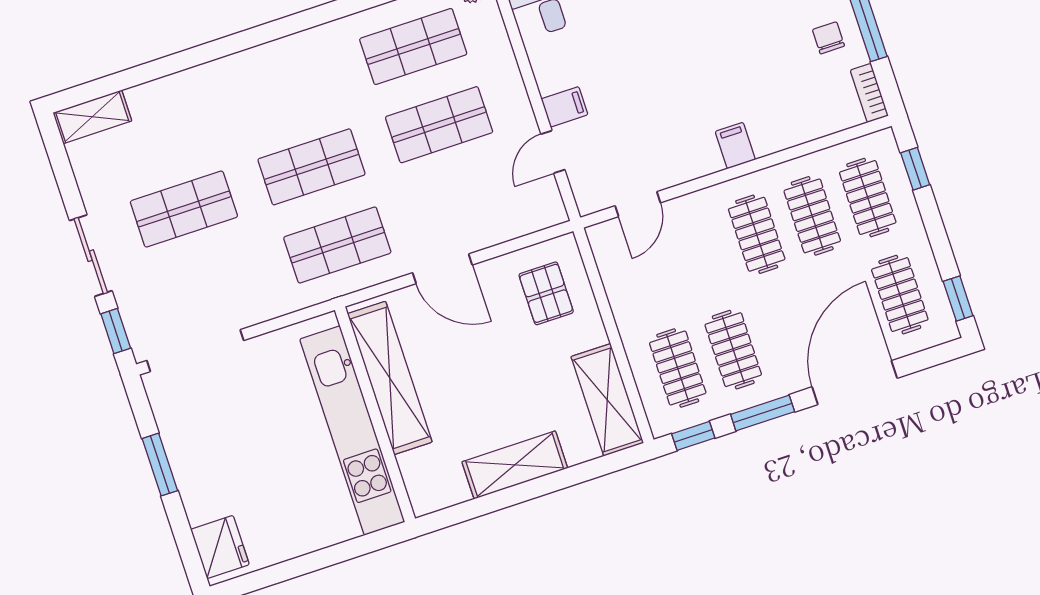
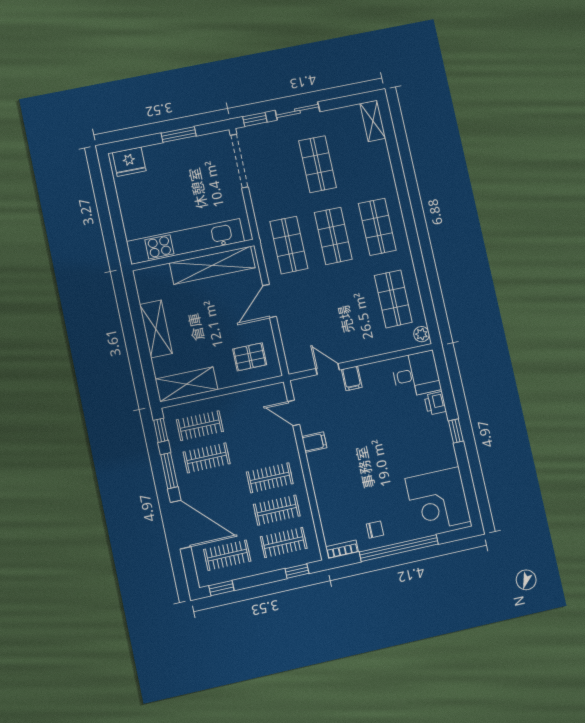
shop shelf: (439, 125) -> (377, 227), moved
filing cabinet: (735, 146) -> (314, 442), moved

